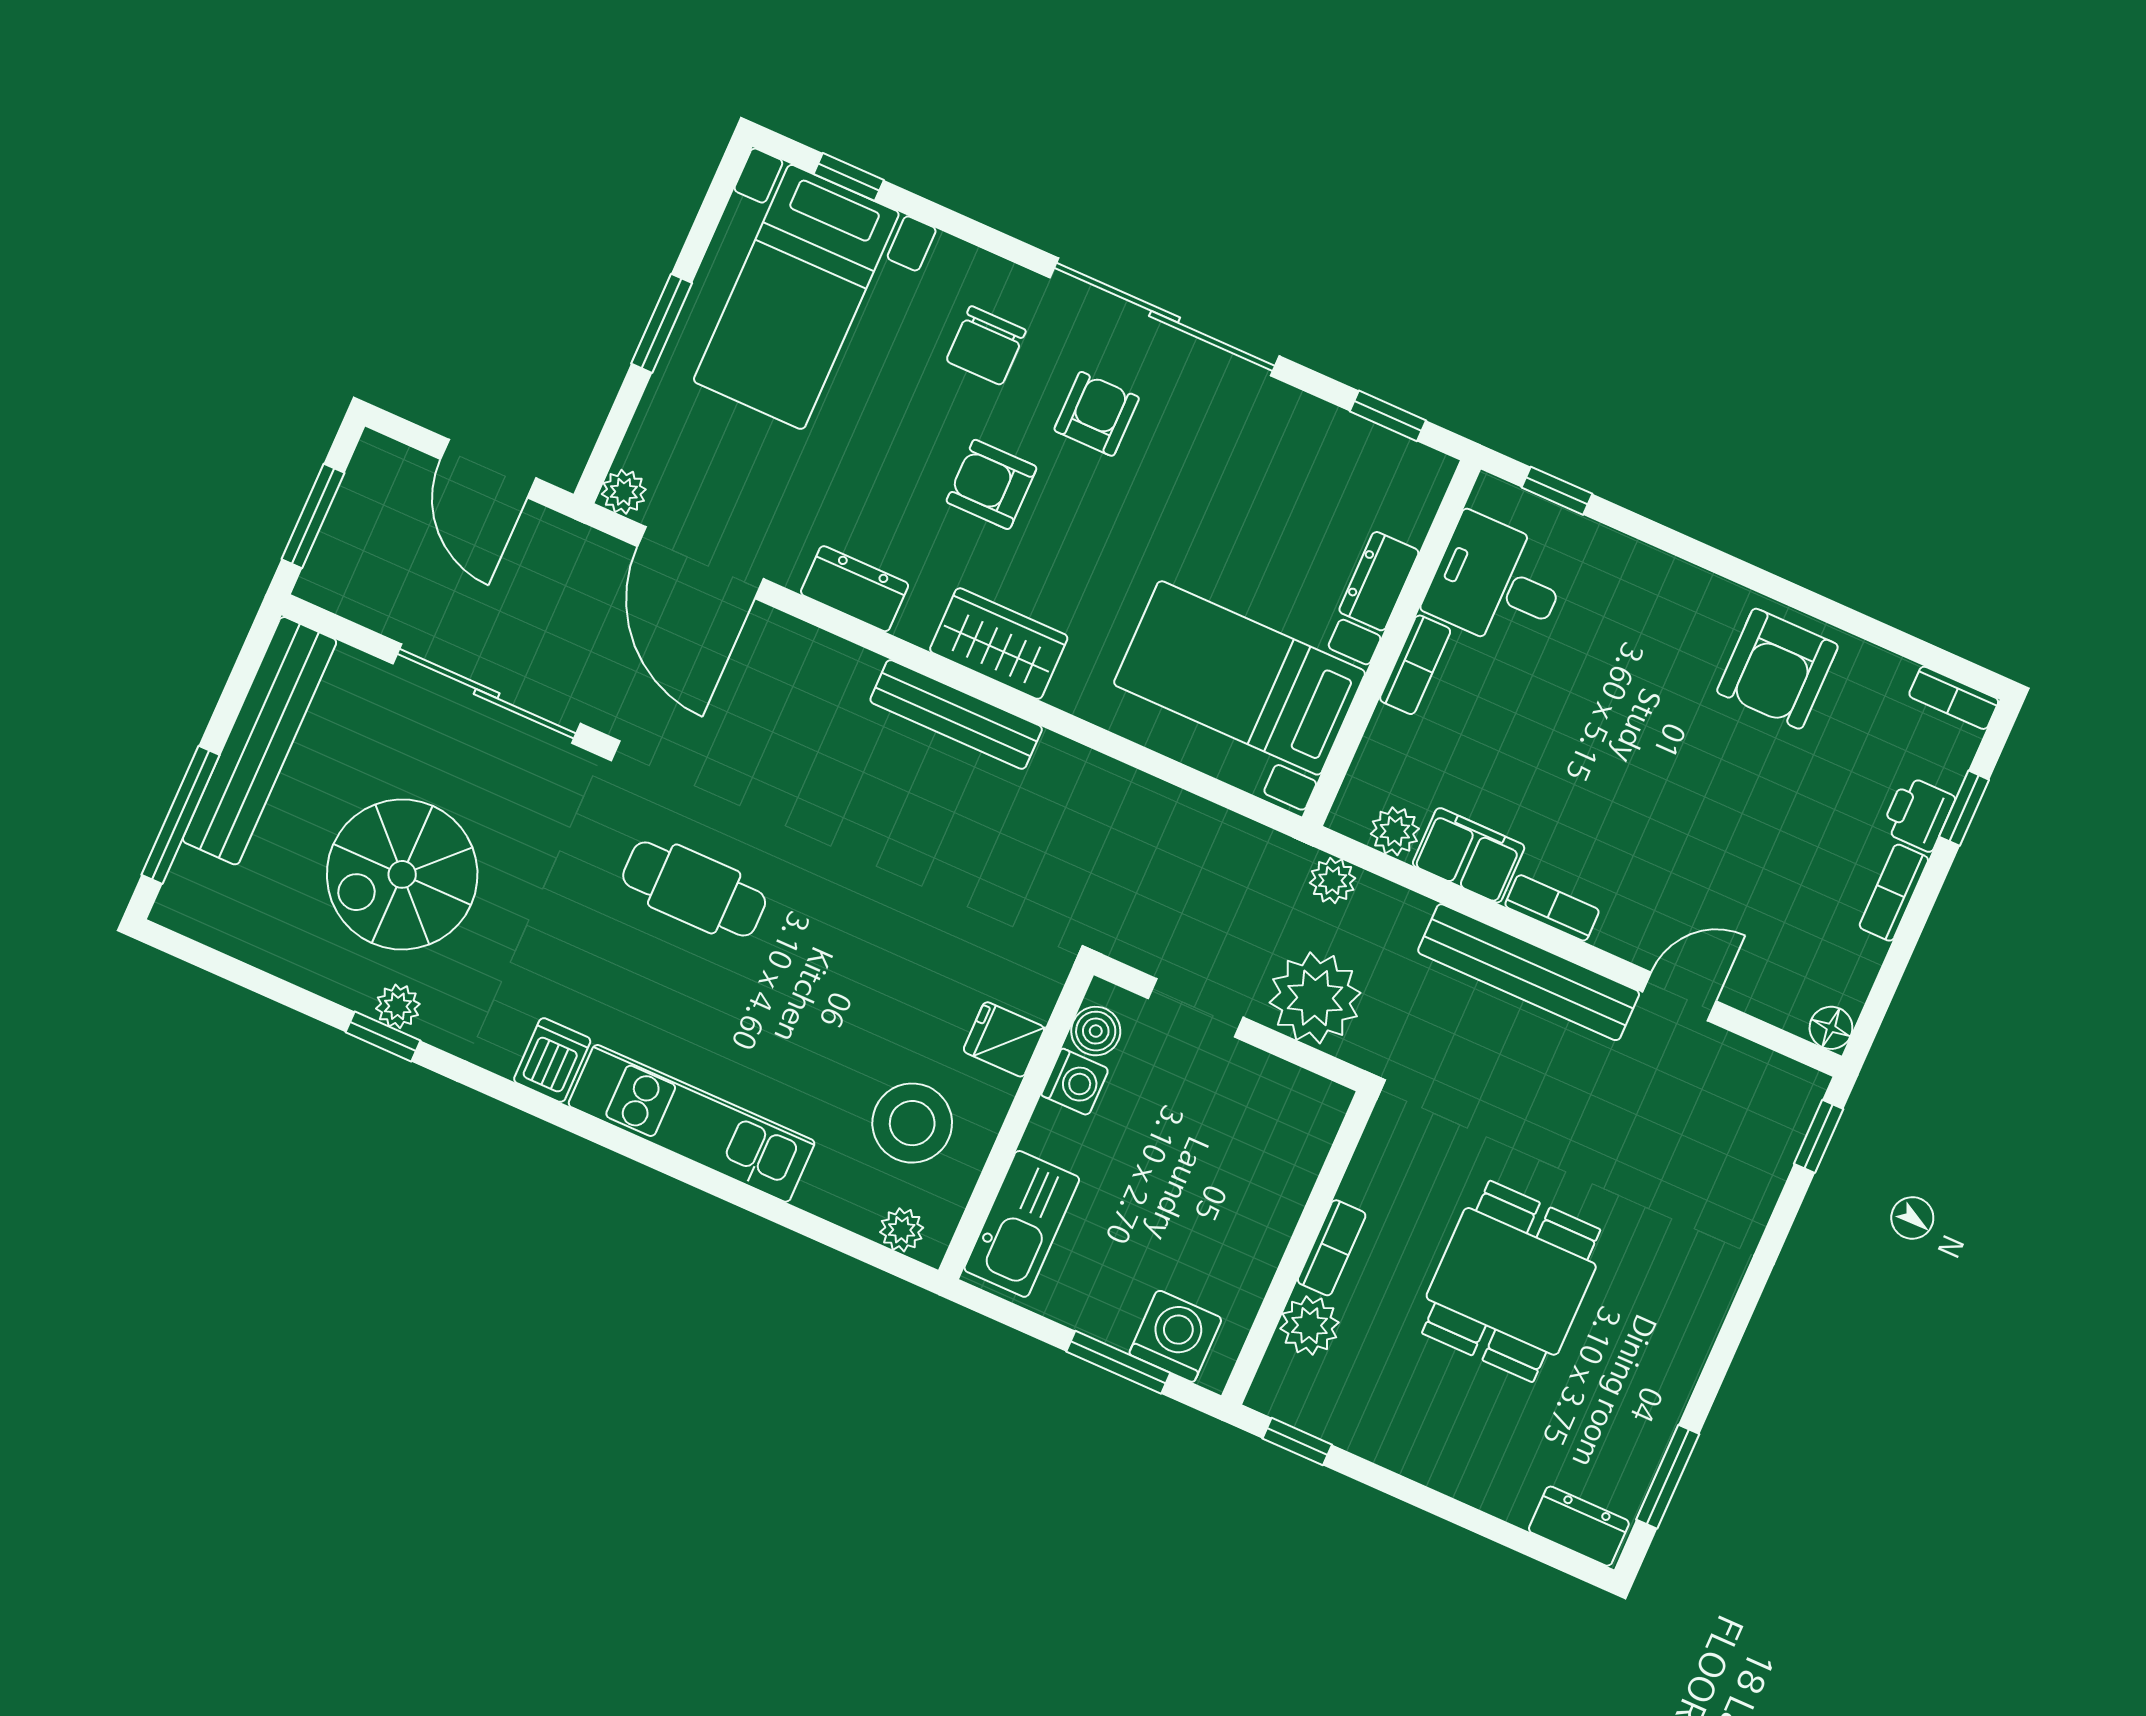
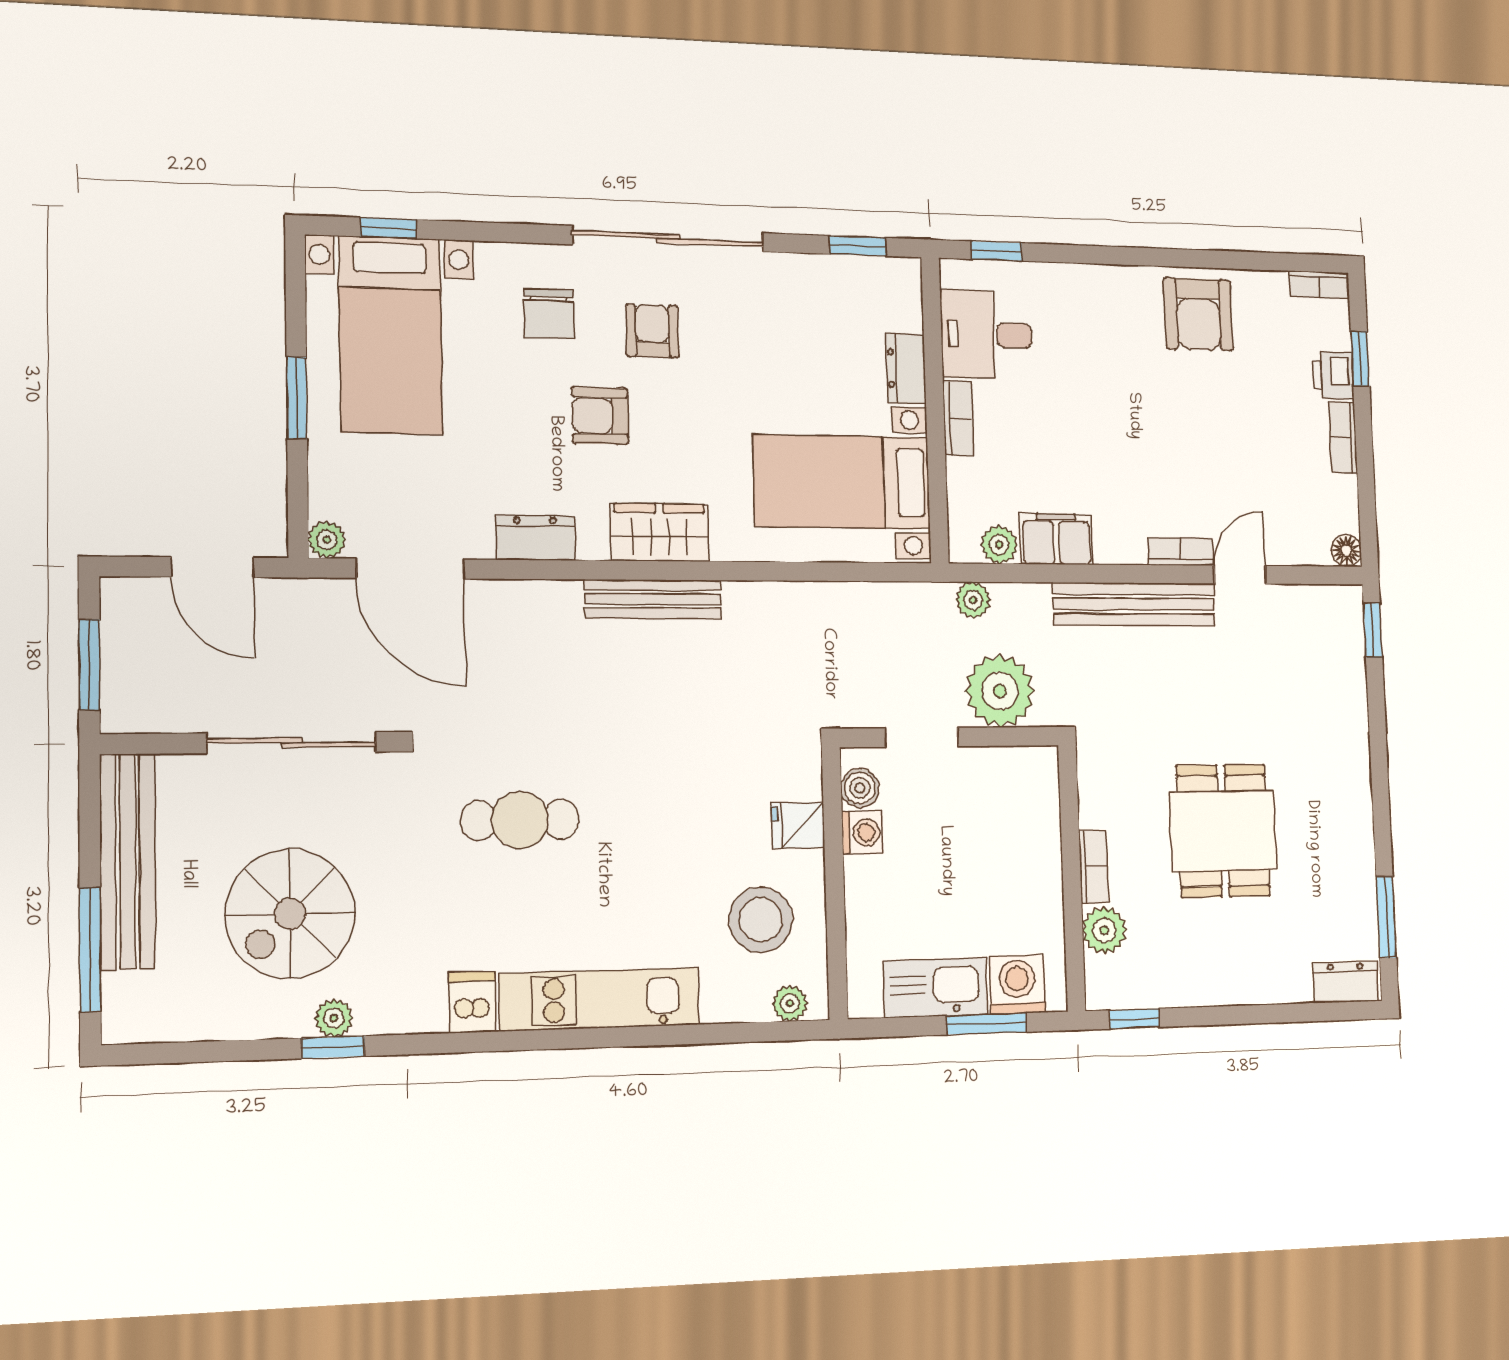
bookcase: (1552, 908) -> (1181, 551), moved
kitchen sink: (1022, 1224) -> (936, 988), moved, turned -90

